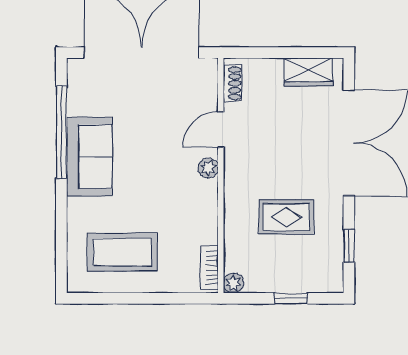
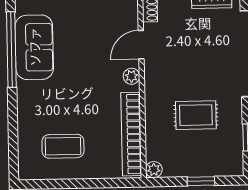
sofa: (89, 157) -> (34, 47), moved
coffee table: (122, 252) -> (63, 146), width x0.73, depth x0.76
bookcase: (209, 268) -> (131, 134), width x2.31, depth x1.31

